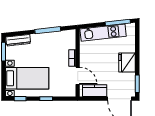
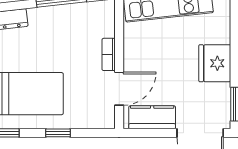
door: (78, 76) -> (119, 89), hinge flipped

